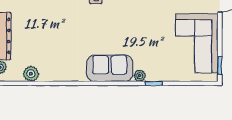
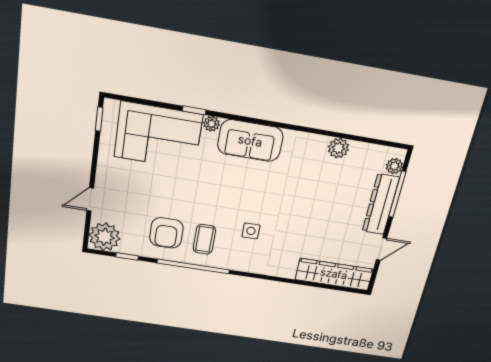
corner sofa: (197, 43) -> (158, 136), moved, turned 90
plant: (31, 74) -> (338, 148), moved

